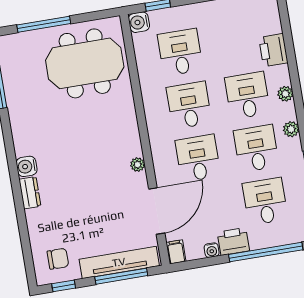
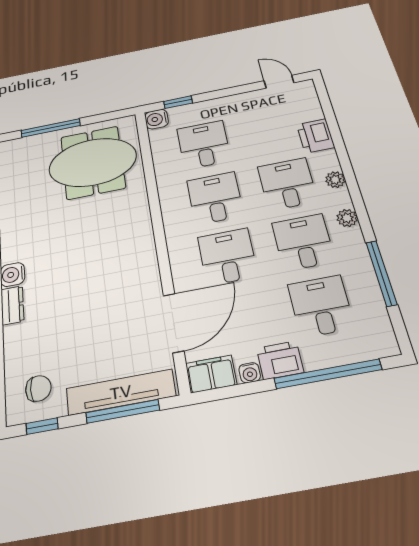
plant: (138, 165) -> (150, 267), removed
filing cabinet: (176, 252) -> (211, 374), width x2.00

